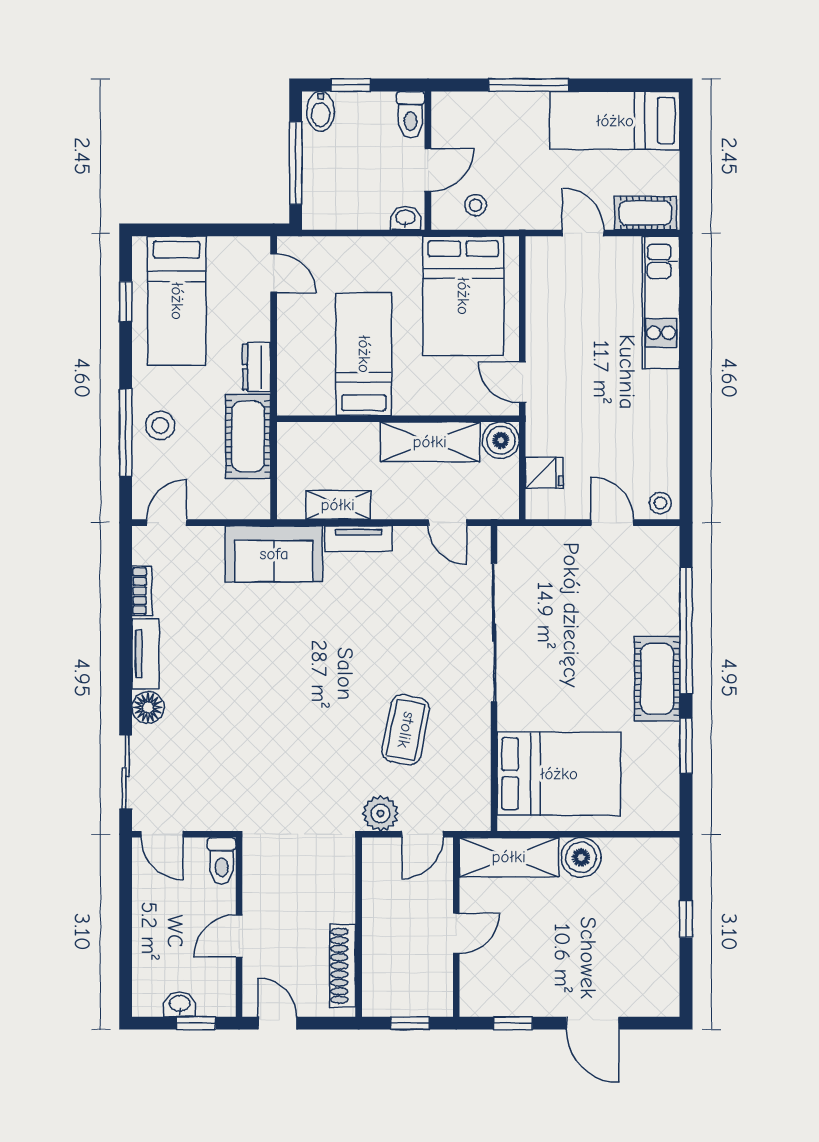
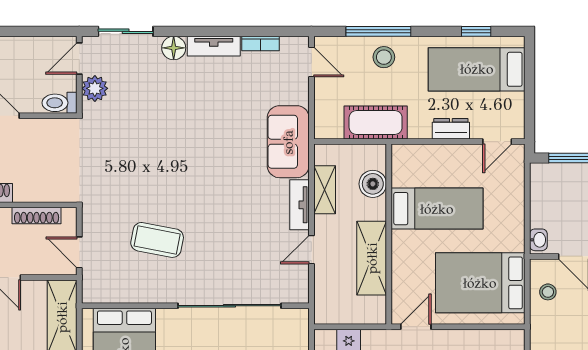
dresser: (257, 367) -> (451, 129), moved
boiler: (501, 440) -> (373, 184), moved
door: (448, 523) -> (311, 250), moved
plant: (380, 813) -> (95, 88), moved
shoe rack: (373, 892) -> (37, 216), added

